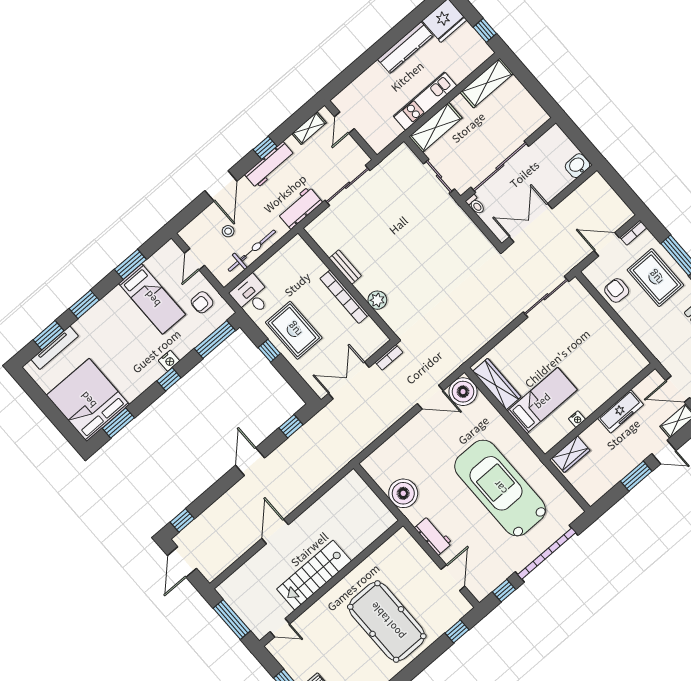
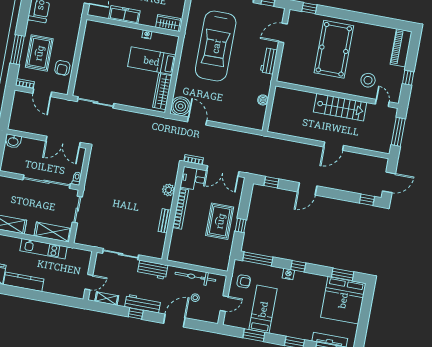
desk: (251, 296) -> (193, 179), moved, turned 90
boiler: (403, 493) -> (263, 100), width x0.54, depth x0.54
stool: (319, 632) -> (368, 80), added

